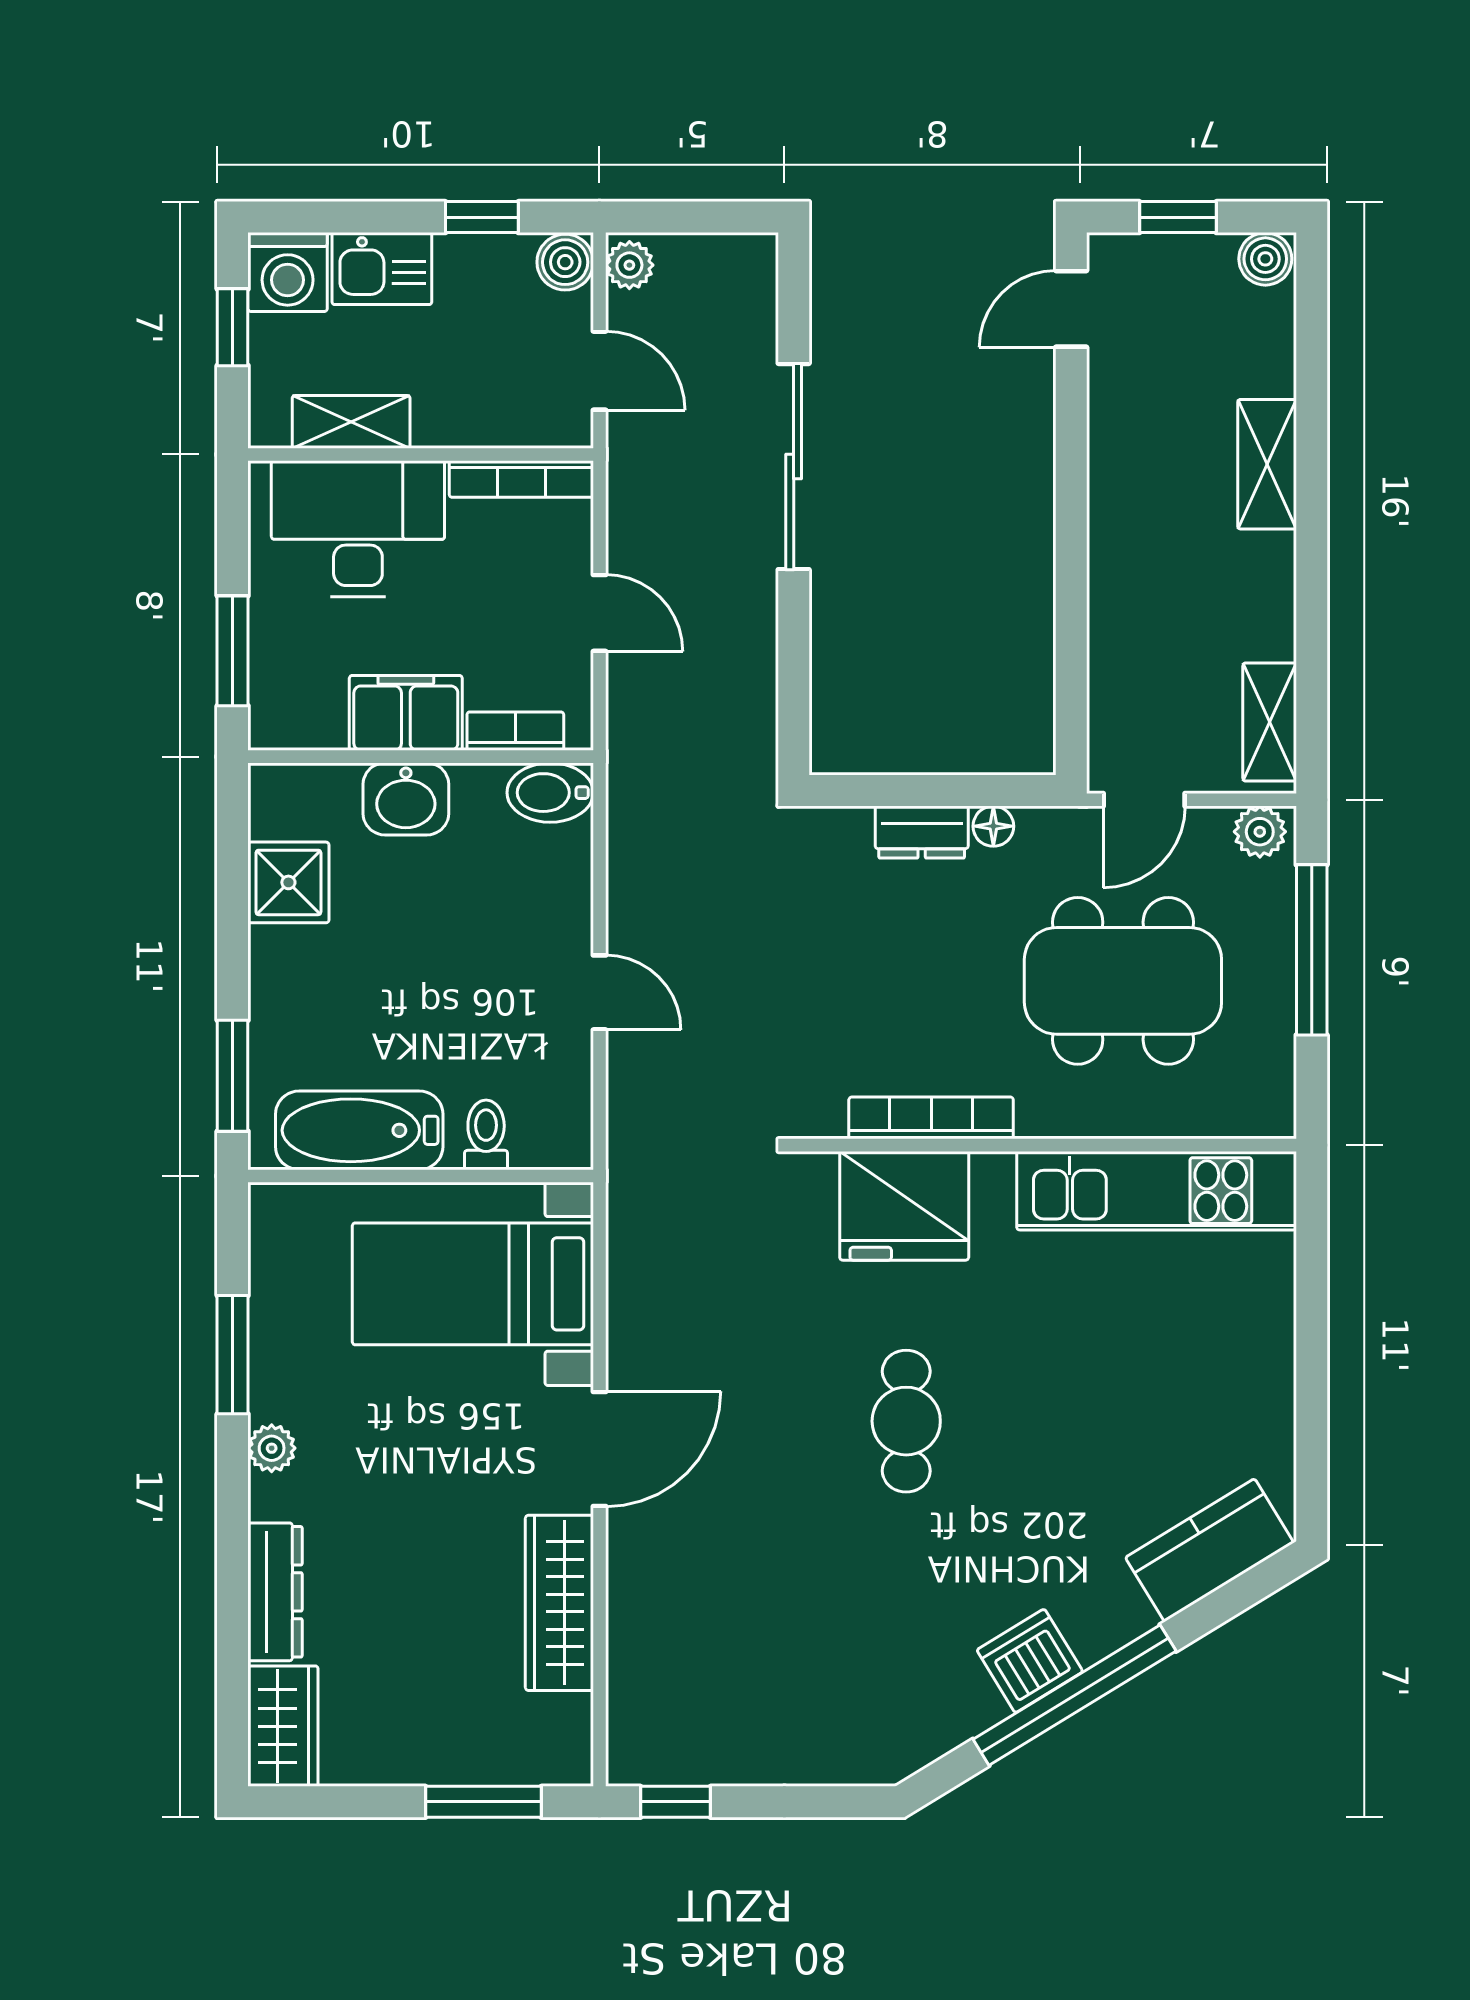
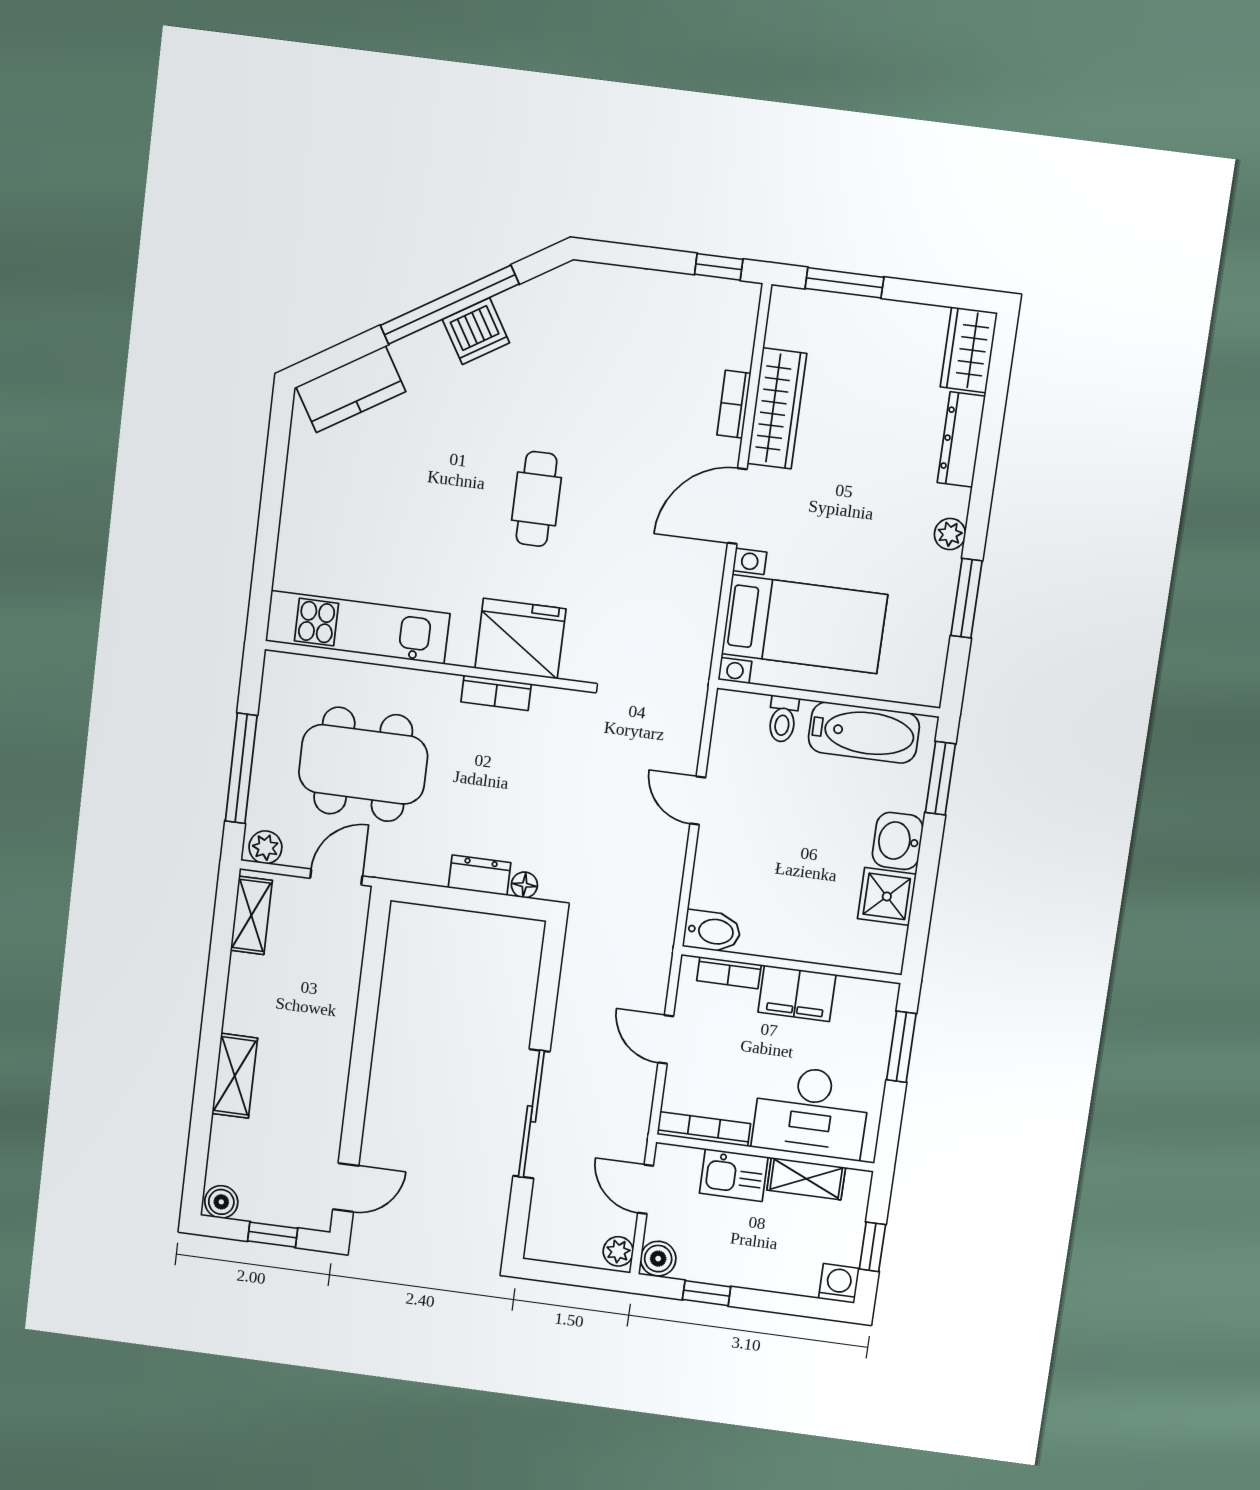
kitchen sink: (382, 269) -> (734, 1175), moved, turned 180
washing machine: (288, 272) -> (839, 1283), width x0.73, depth x0.73
washbasin: (406, 799) -> (898, 841), moved, turned -90
floor lamp: (993, 826) -> (524, 885), moved
bookcase: (931, 1118) -> (496, 693), width x0.64
bookcase: (625, 1601) -> (734, 404), added

